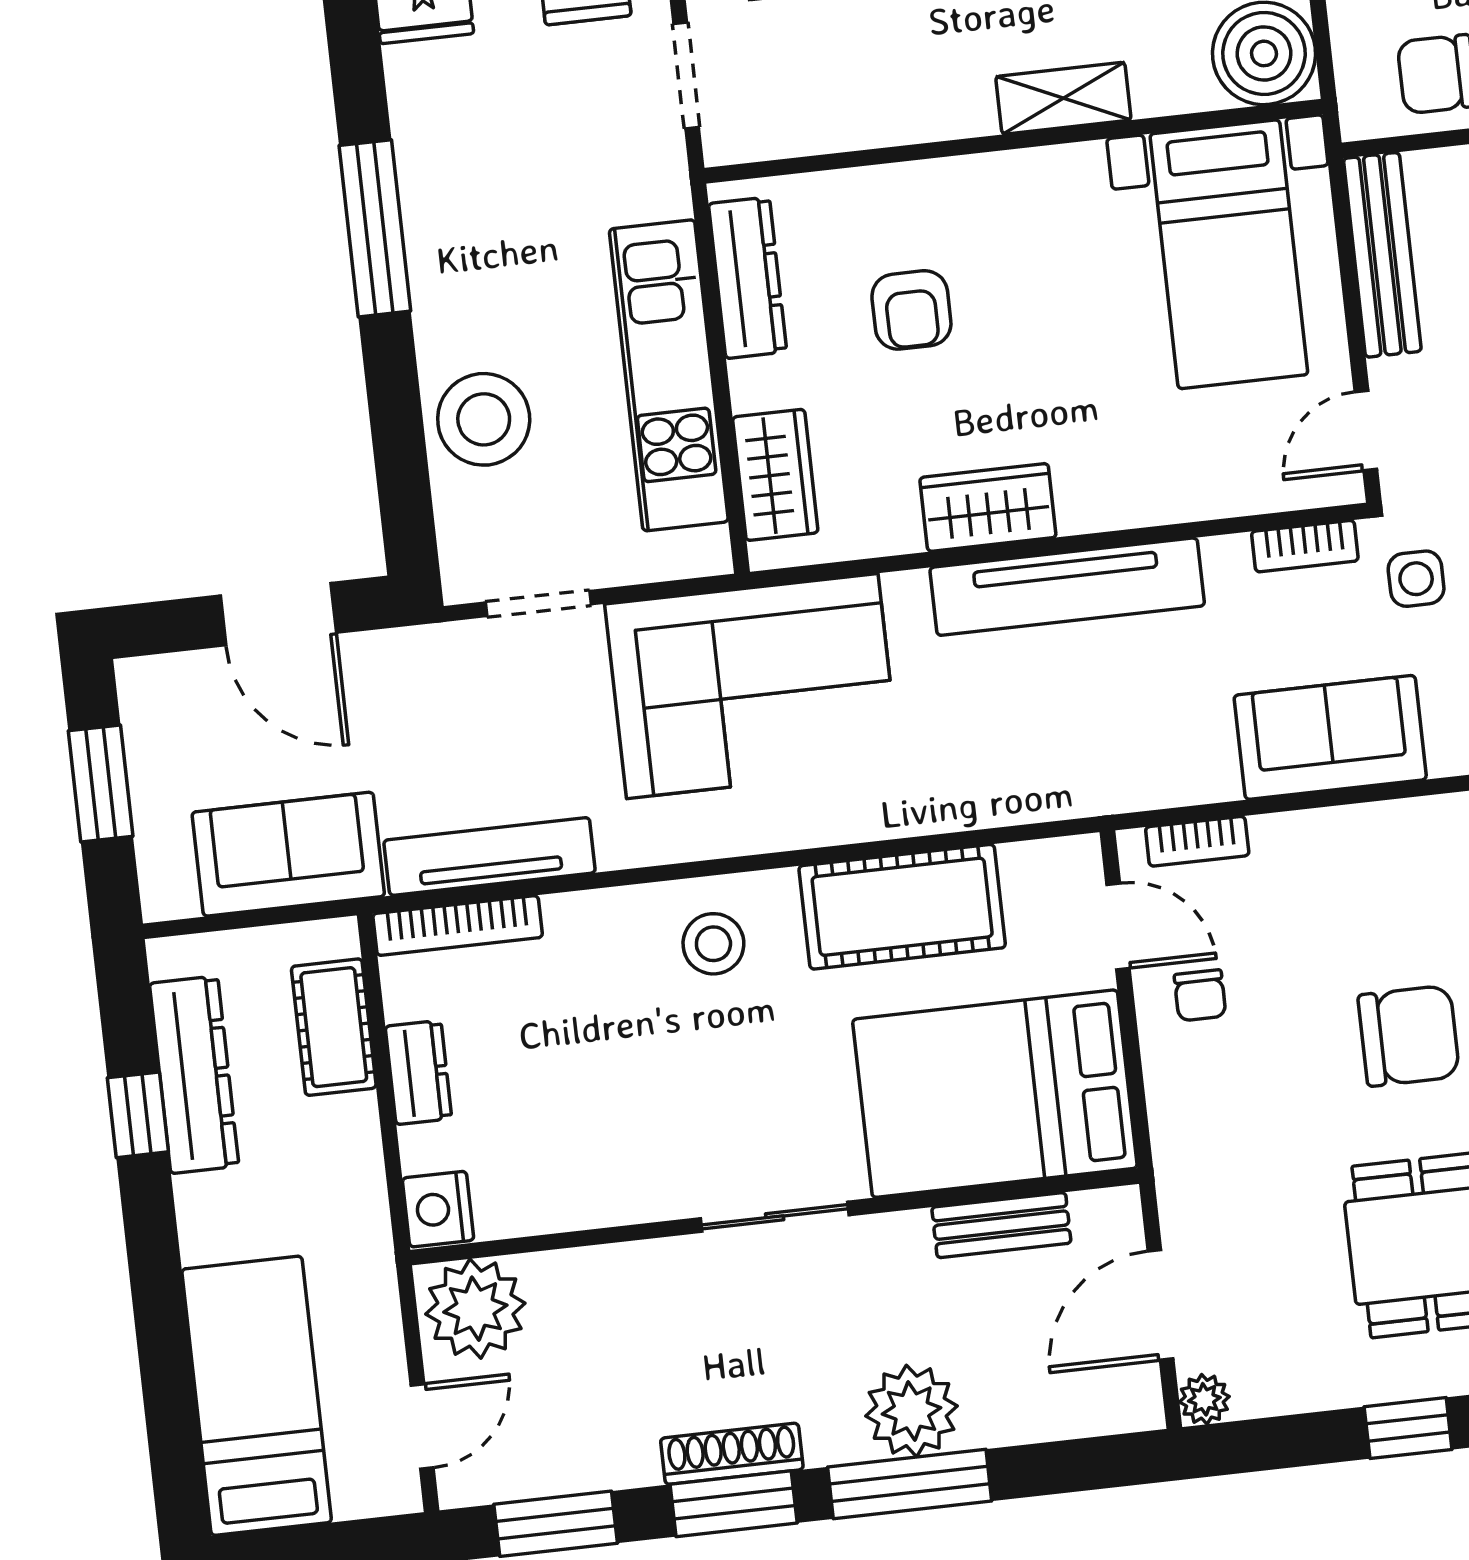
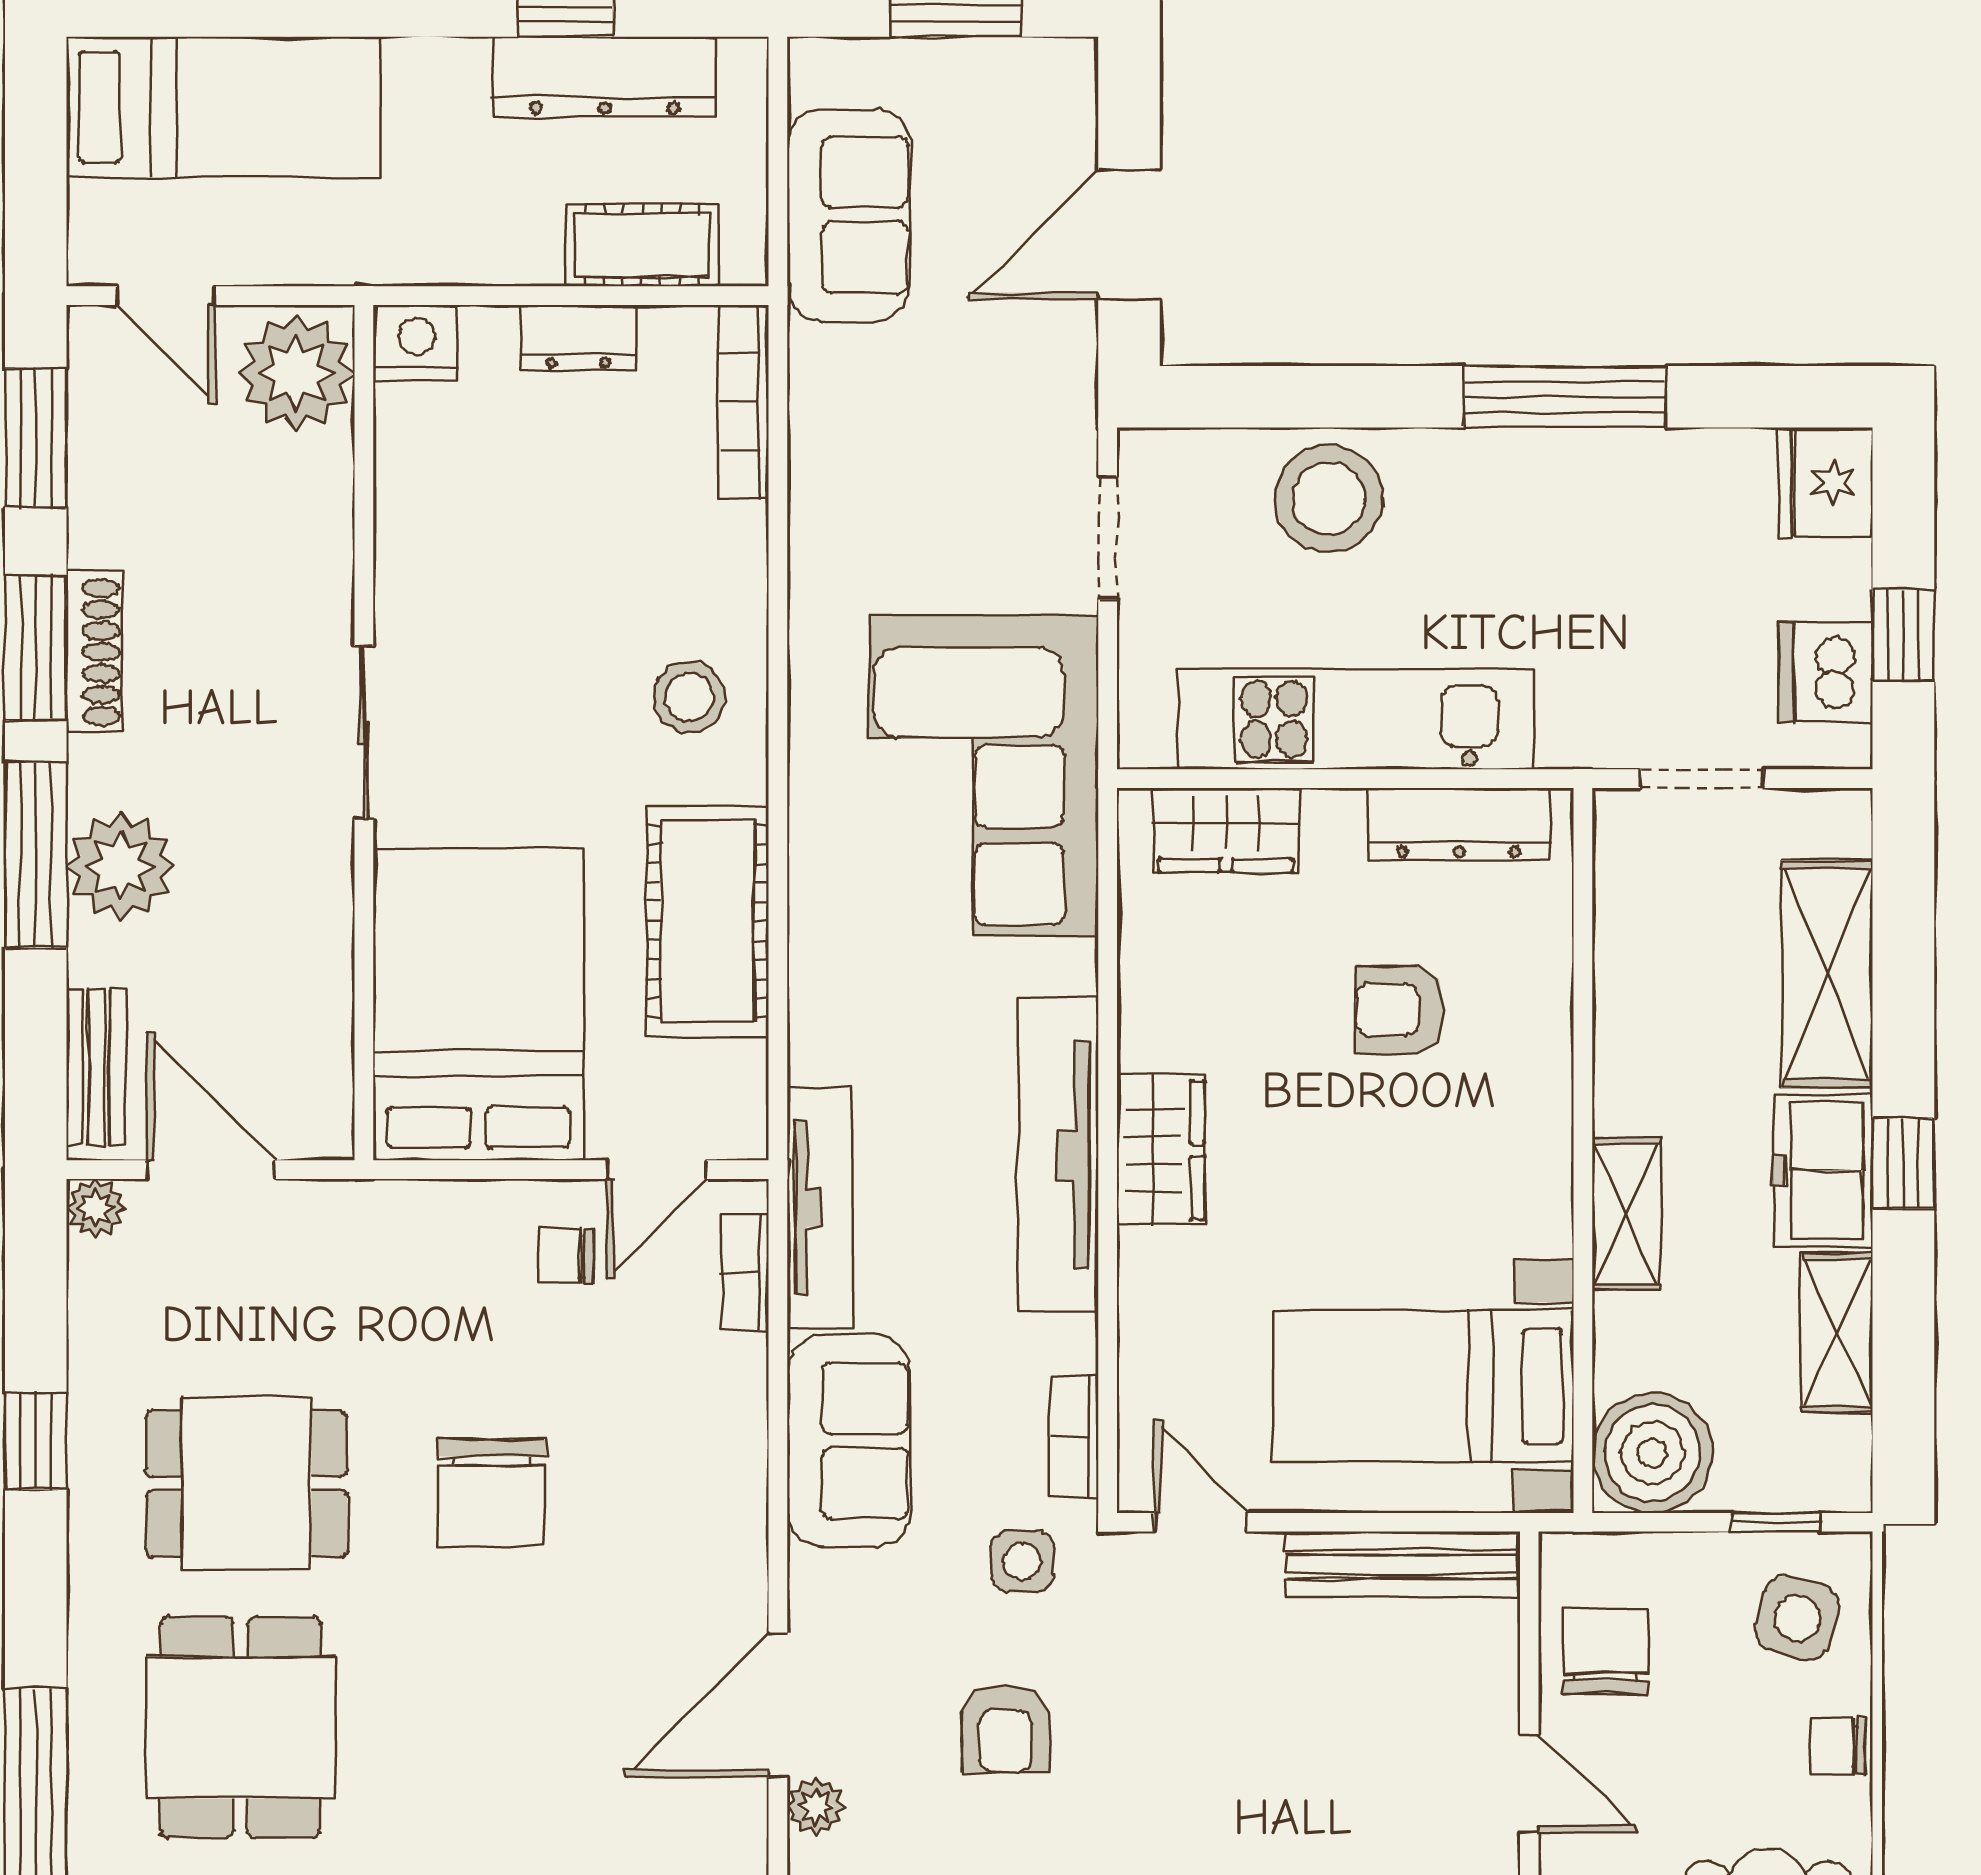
wardrobe: (988, 507) -> (1161, 1150), moved
tv unit: (490, 856) -> (820, 1207), moved
bench: (1001, 1225) -> (97, 1067), moved

